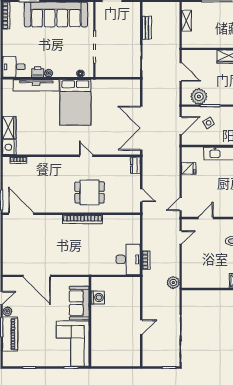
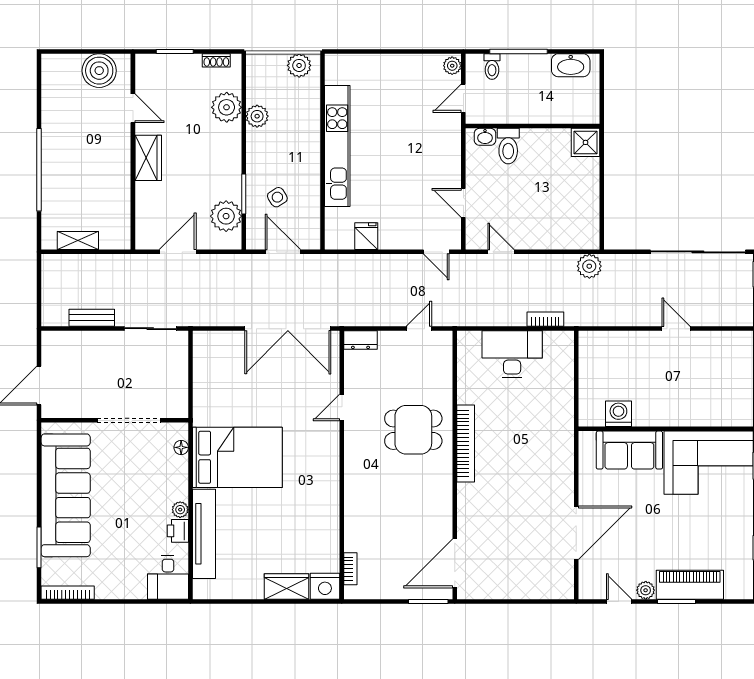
door: (86, 156) -> (342, 407), moved
dining table: (90, 192) -> (413, 430), turned 90
desk: (128, 259) -> (512, 354), moved

